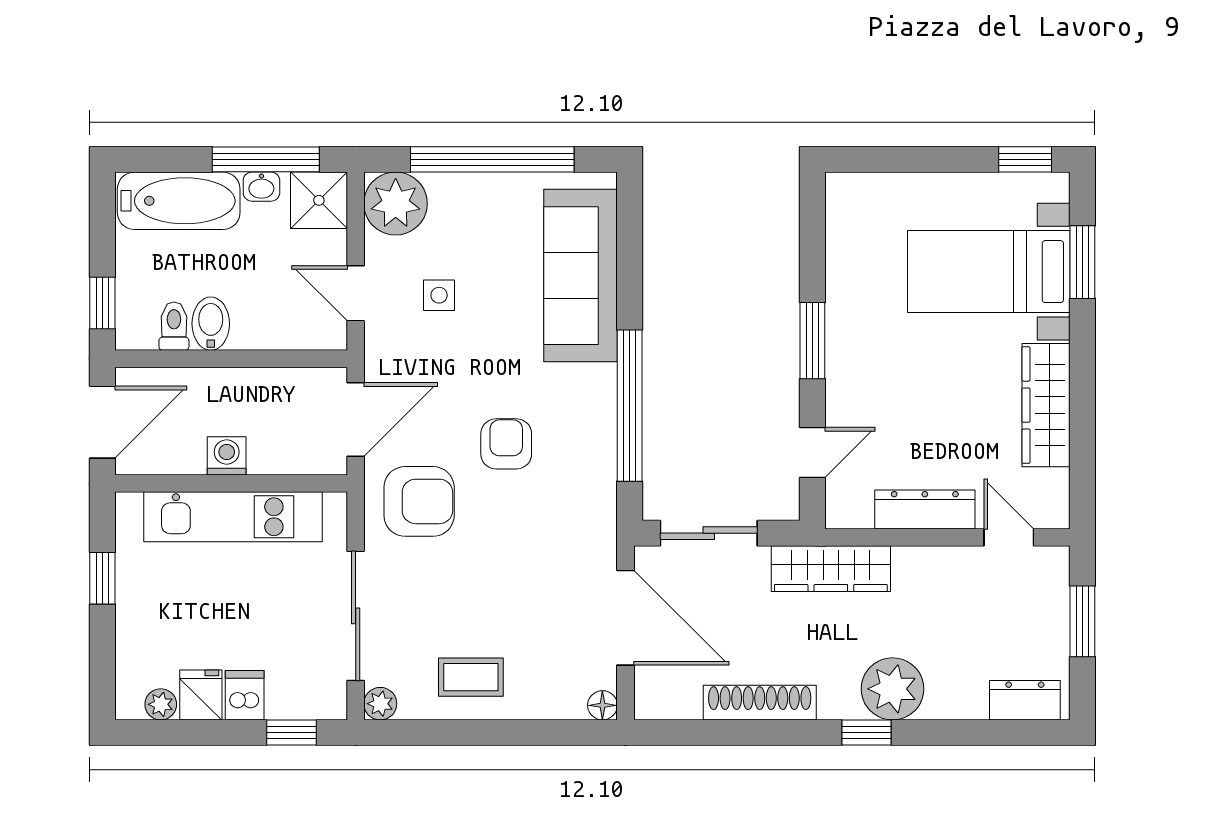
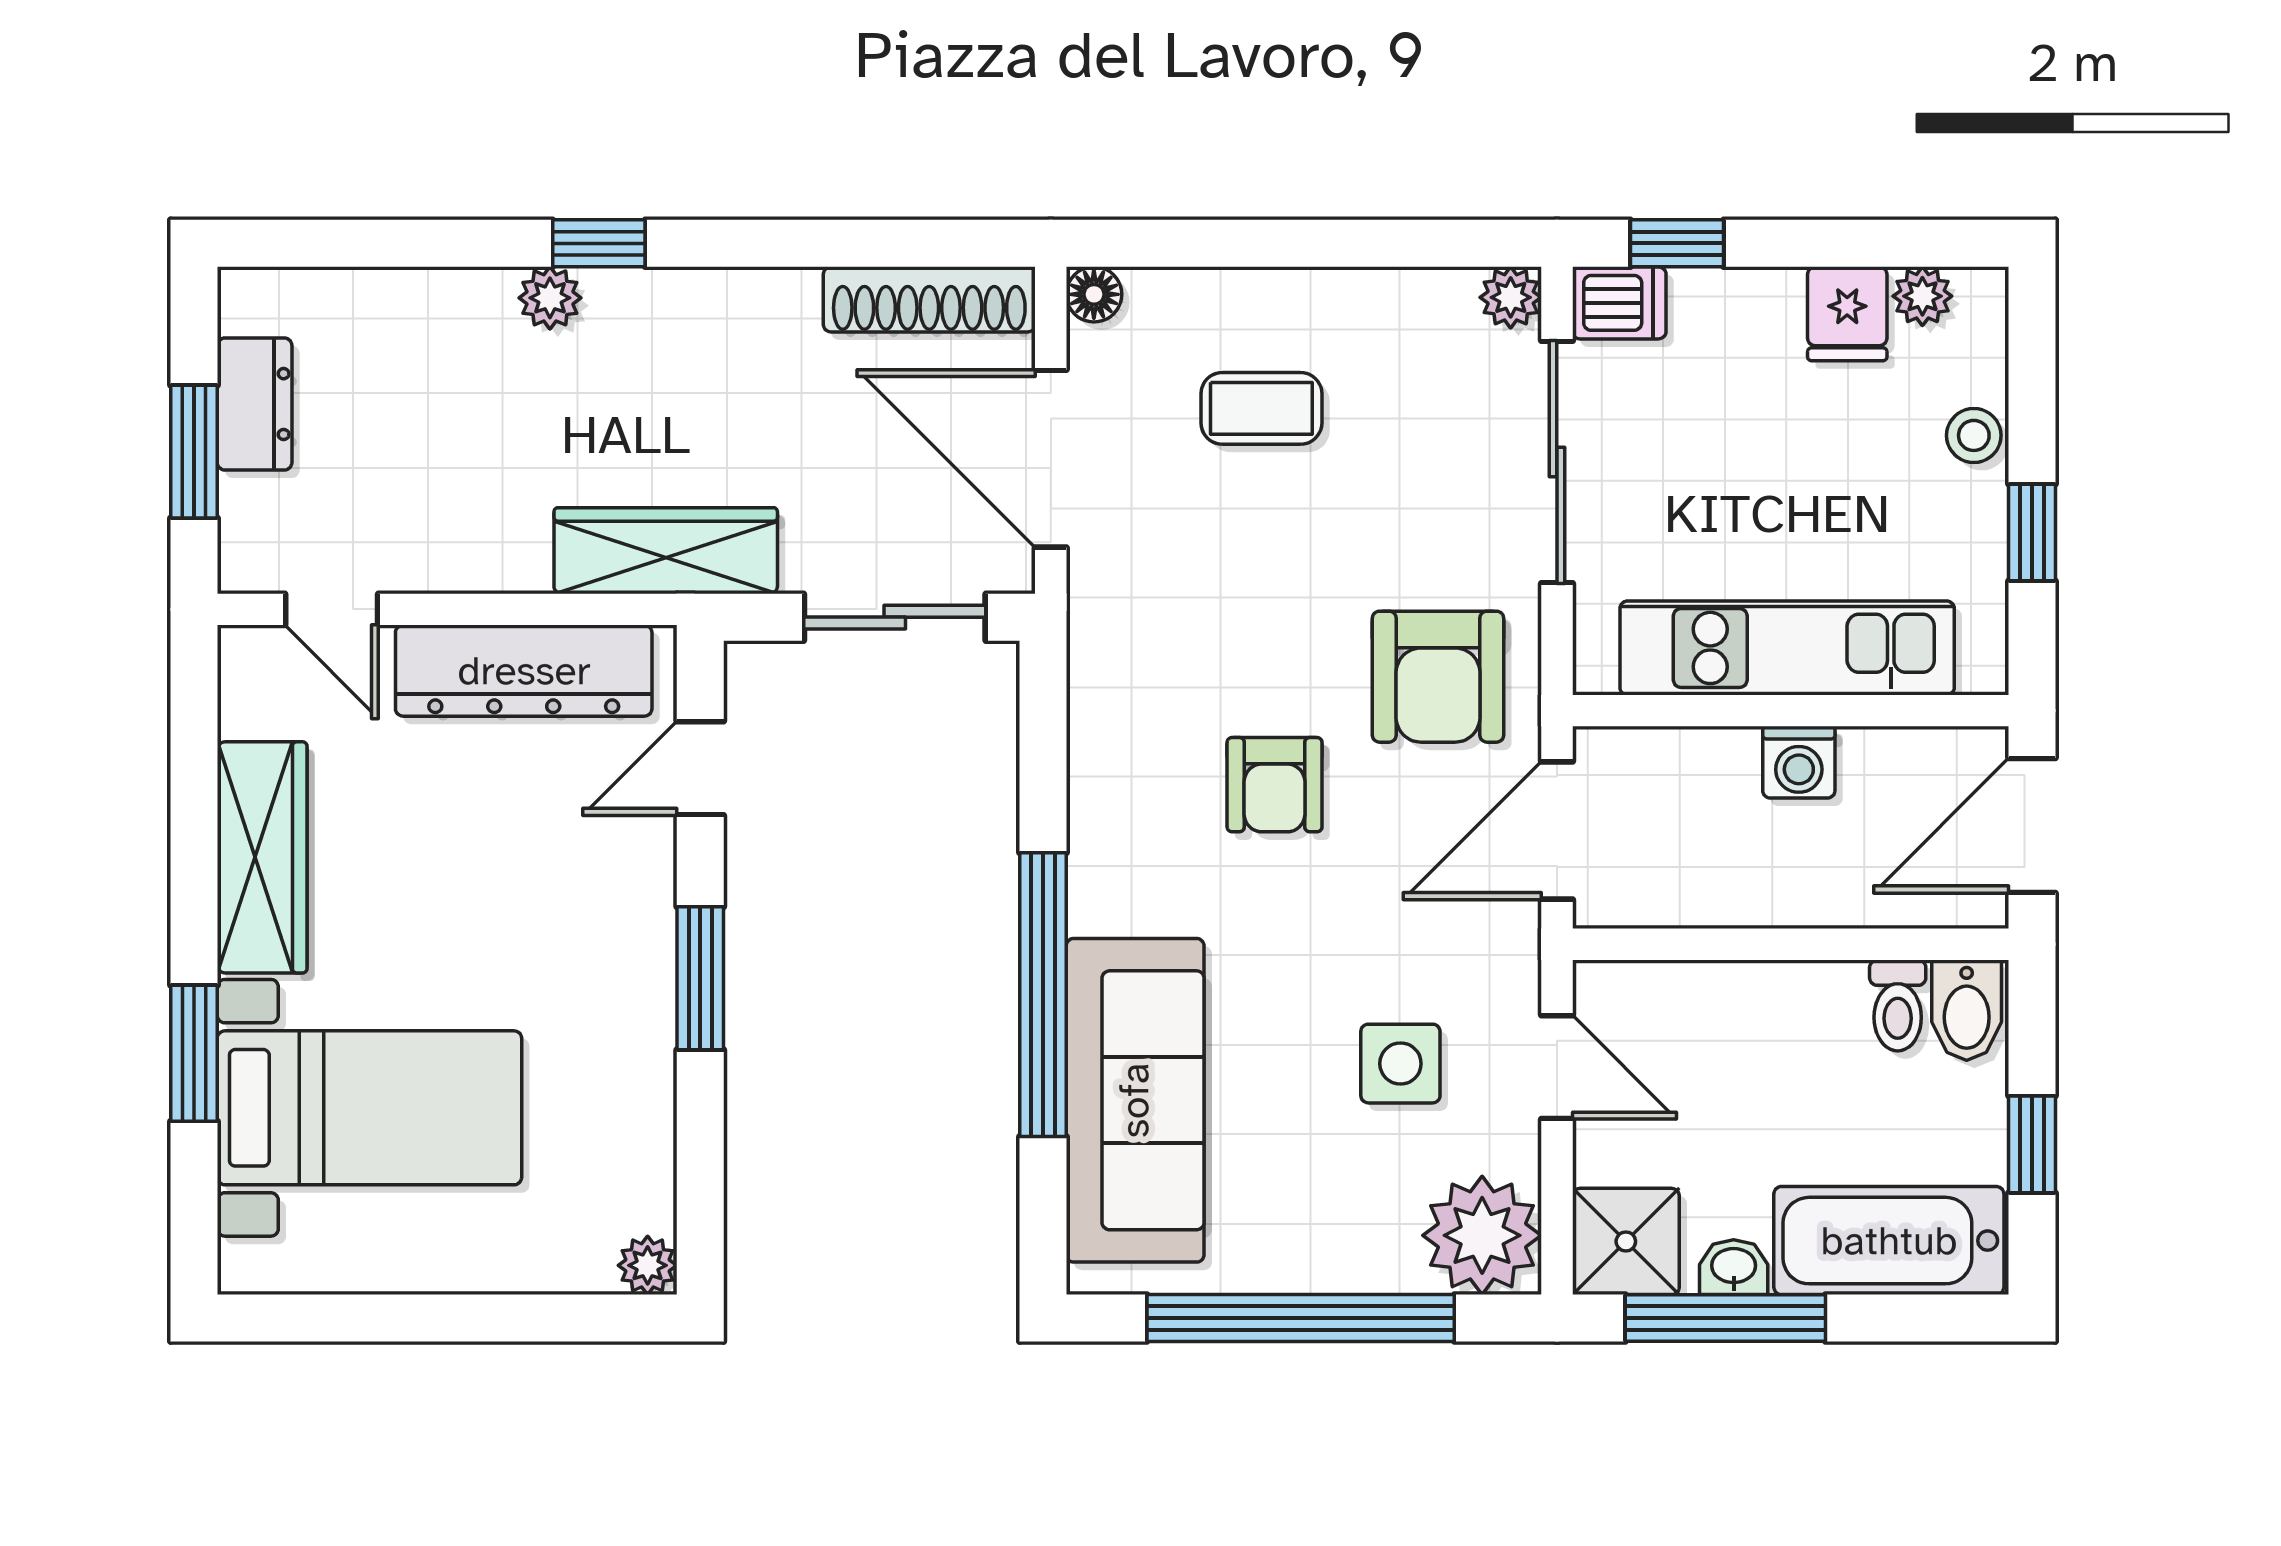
window: (1025, 159) -> (301, 1318), removed
plant: (841, 188) -> (648, 1265), added
window: (1082, 262) -> (194, 1053), moved
side table: (439, 295) -> (1400, 1064), width x1.37, depth x1.37
window: (102, 303) -> (2032, 1144), moved
bidet: (211, 324) -> (1967, 1010), moved
window: (630, 406) -> (1043, 995), moved
armchair: (419, 501) -> (1438, 677), turned -90
dresser: (925, 509) -> (524, 671), width x1.37, depth x1.24
stool: (133, 630) -> (1974, 435), added
coffee table: (471, 677) -> (1261, 408), moved
plant: (893, 689) -> (550, 298), width x0.53, depth x0.53
dishwasher: (245, 695) -> (1619, 303), moved, turned -90
dresser: (1025, 700) -> (255, 404), moved, turned -90
shoe rack: (760, 703) -> (929, 299), moved

